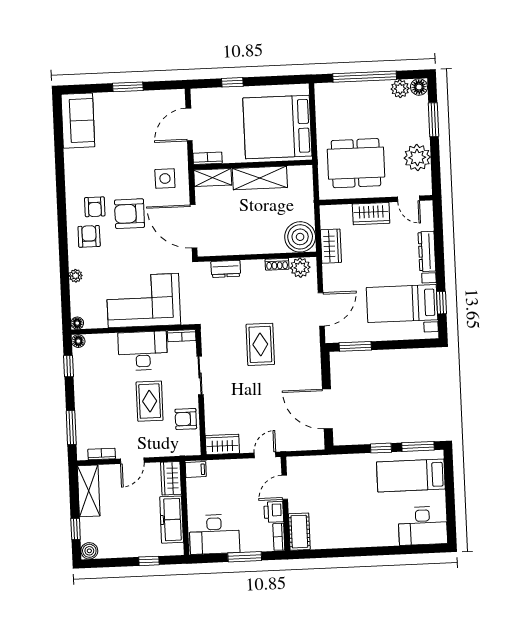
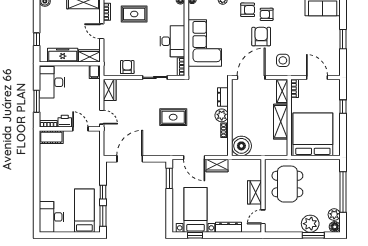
plant: (417, 158) -> (310, 224), moved
wardrobe: (331, 246) -> (217, 166), moved
plant: (300, 268) -> (222, 115), moved
rug: (150, 401) -> (134, 14), moved

